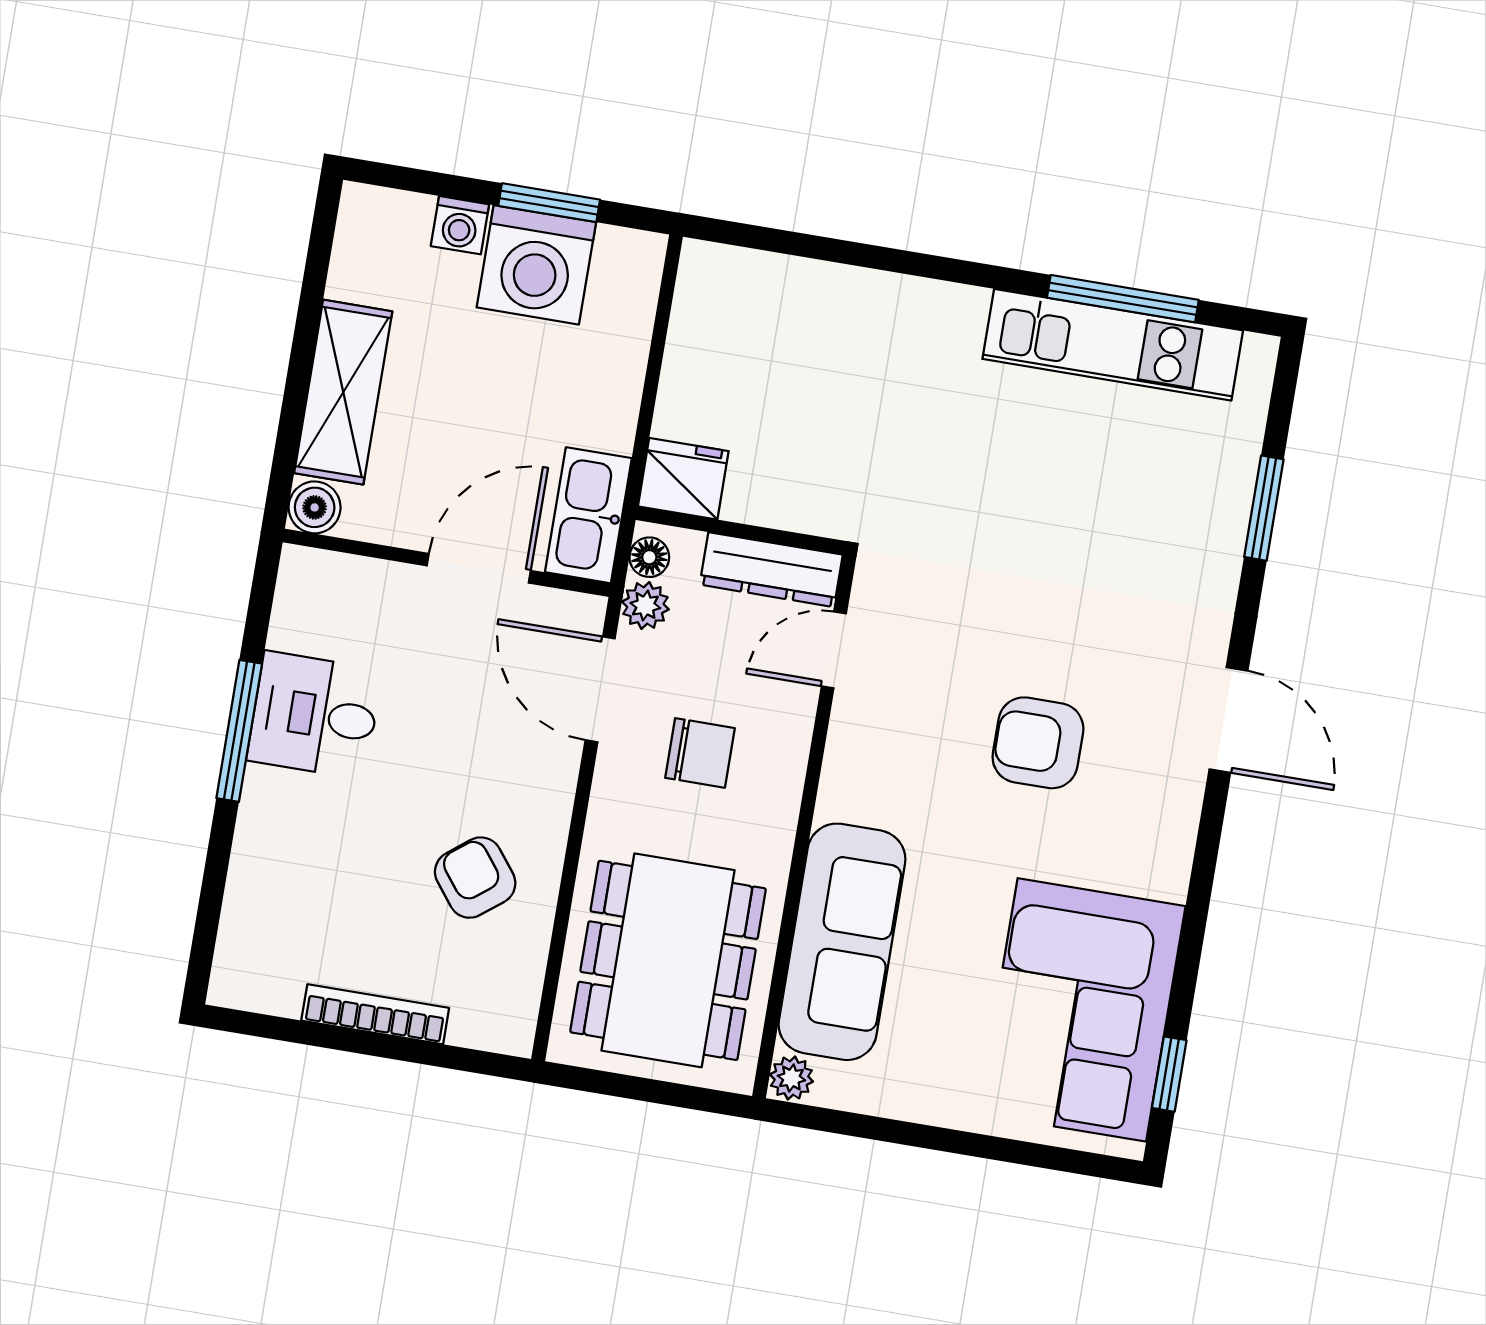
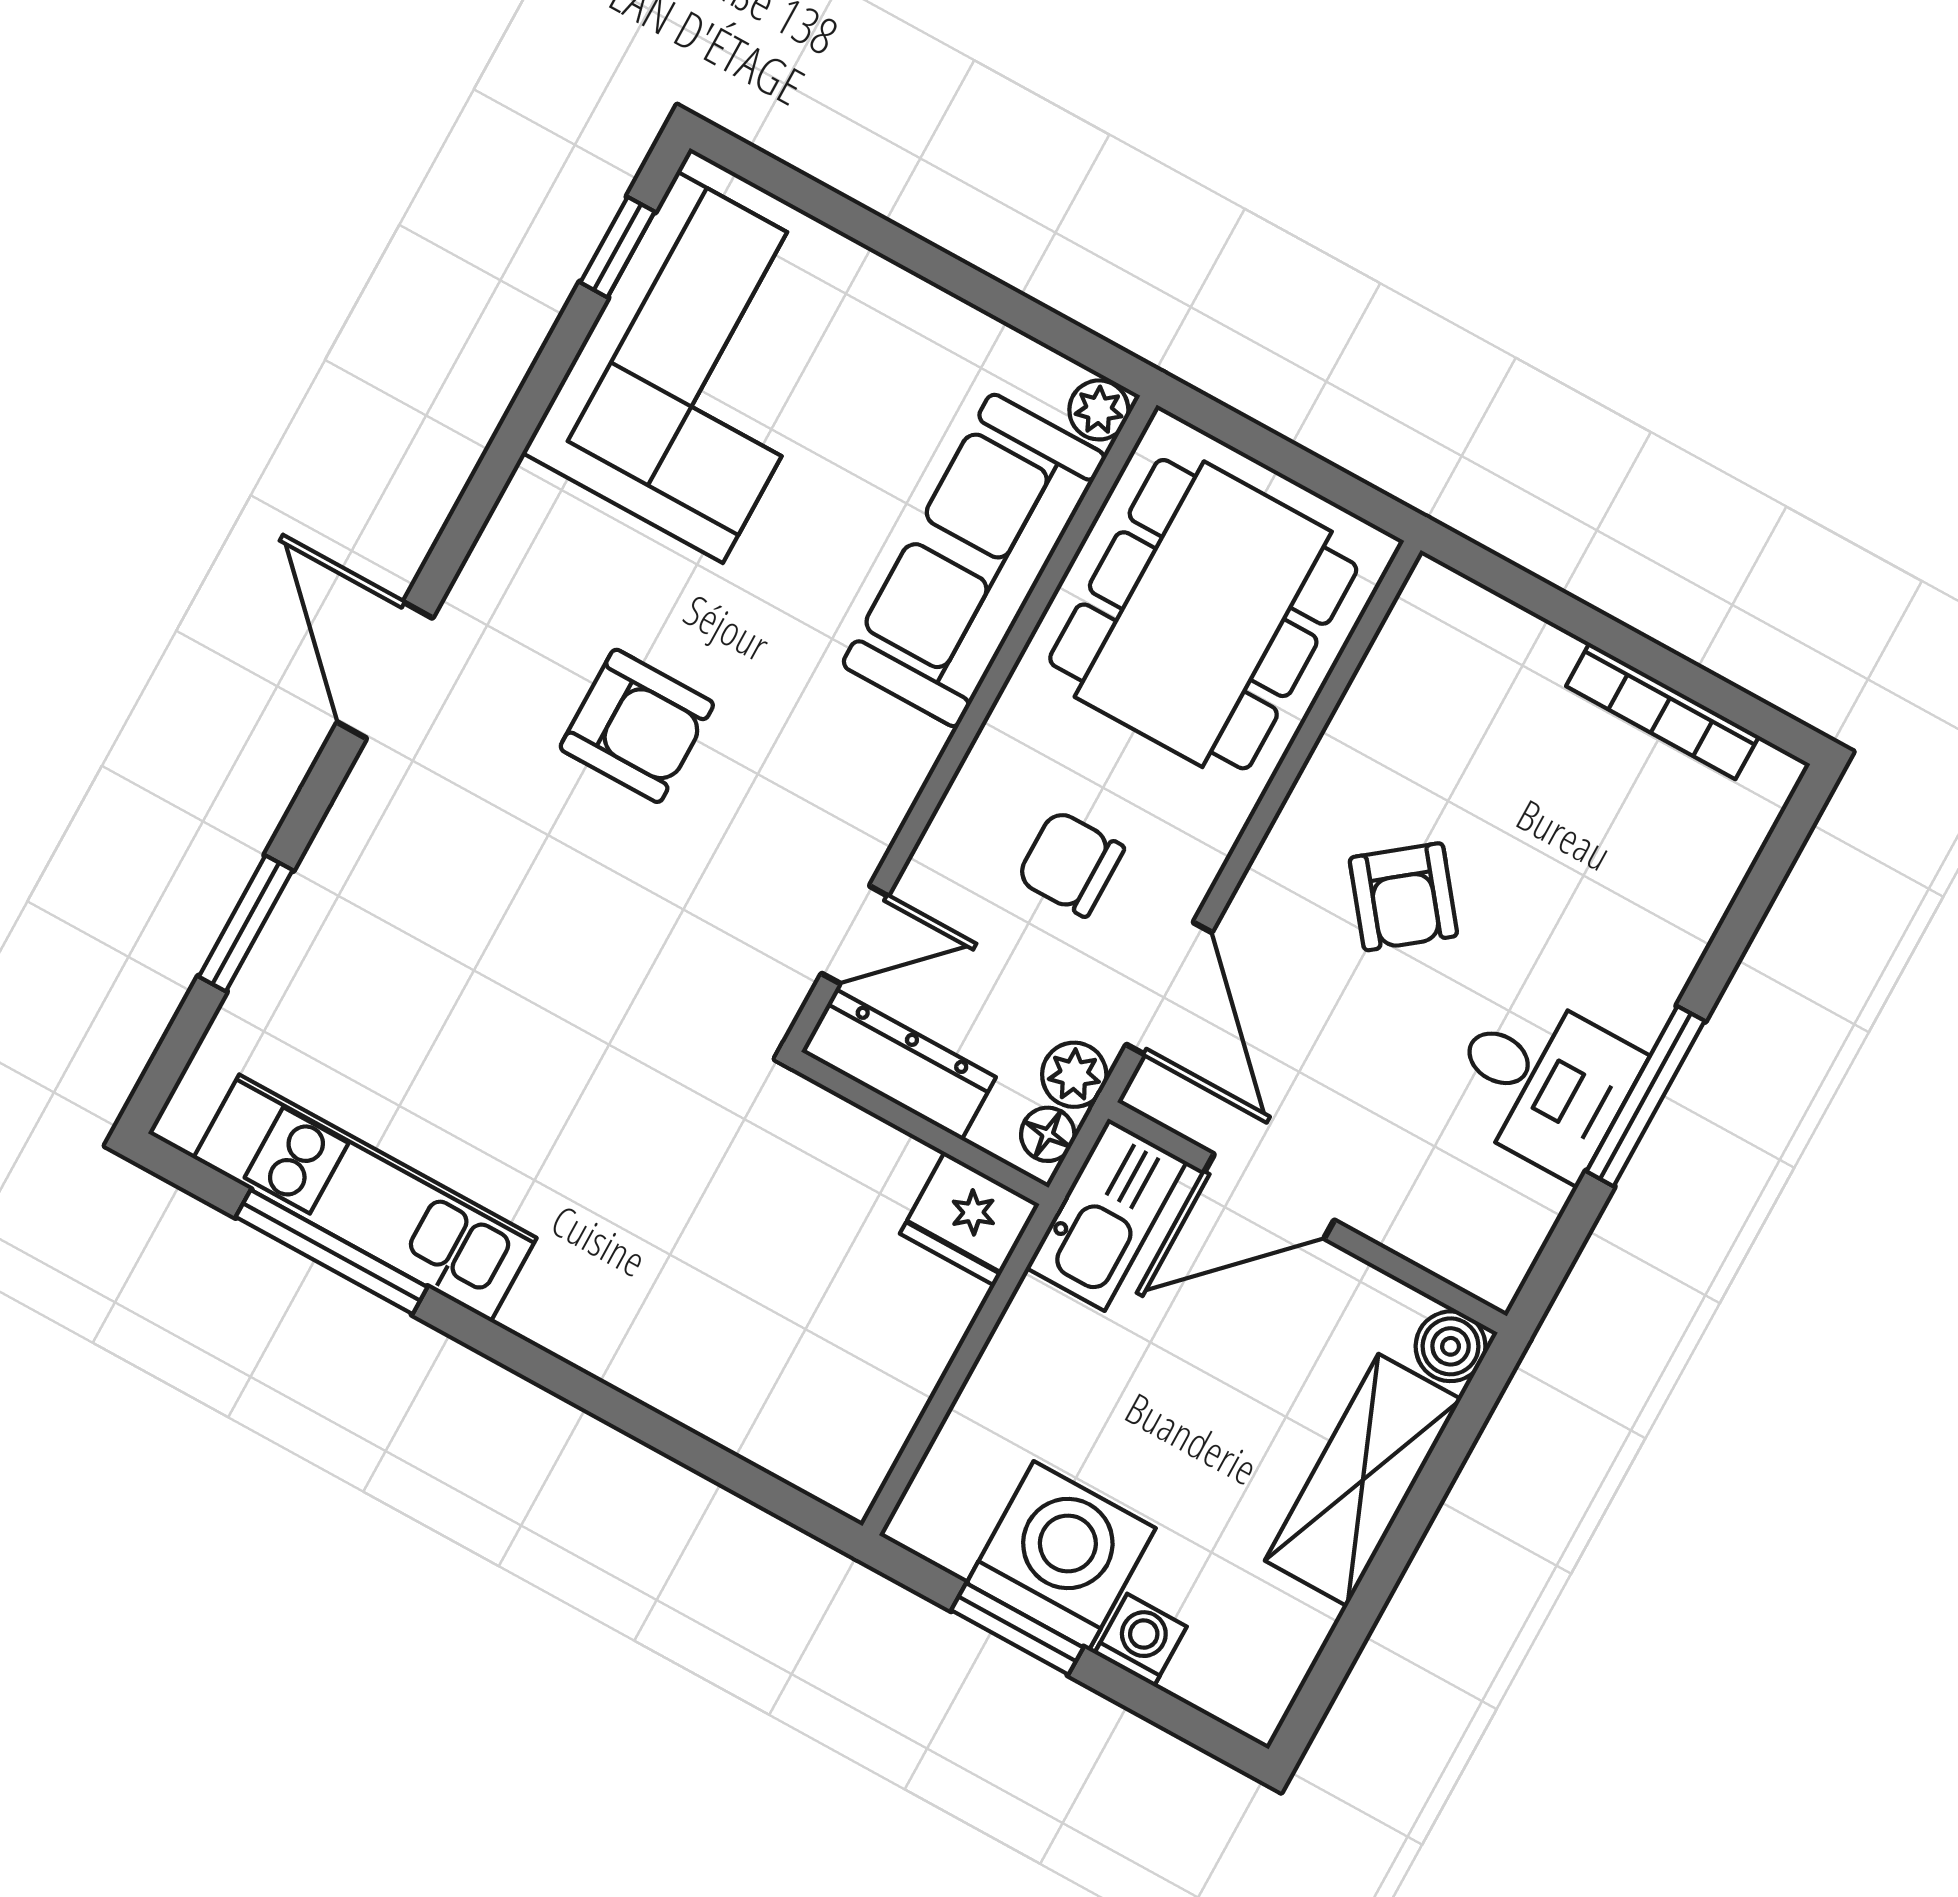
armchair: (475, 878) -> (1403, 897), moved
bookcase: (375, 1014) -> (1663, 711), moved

